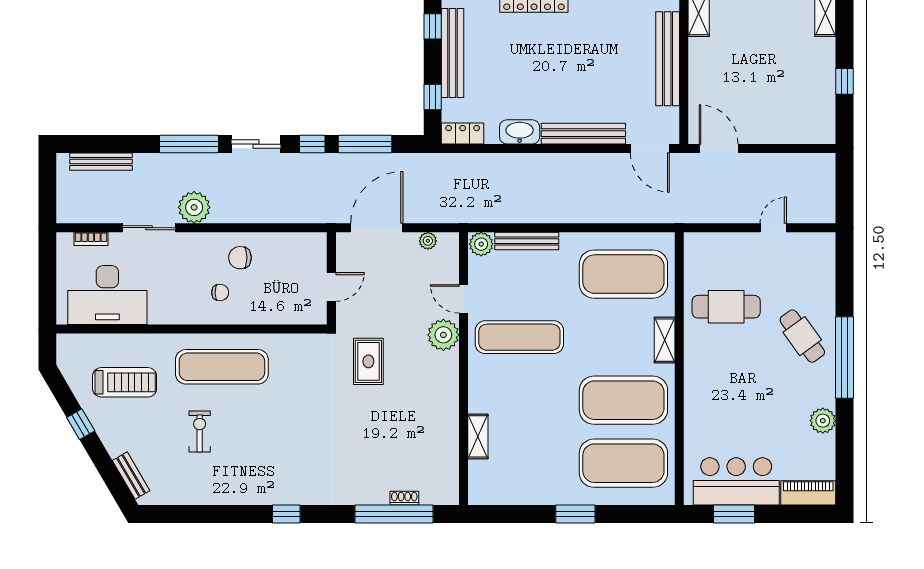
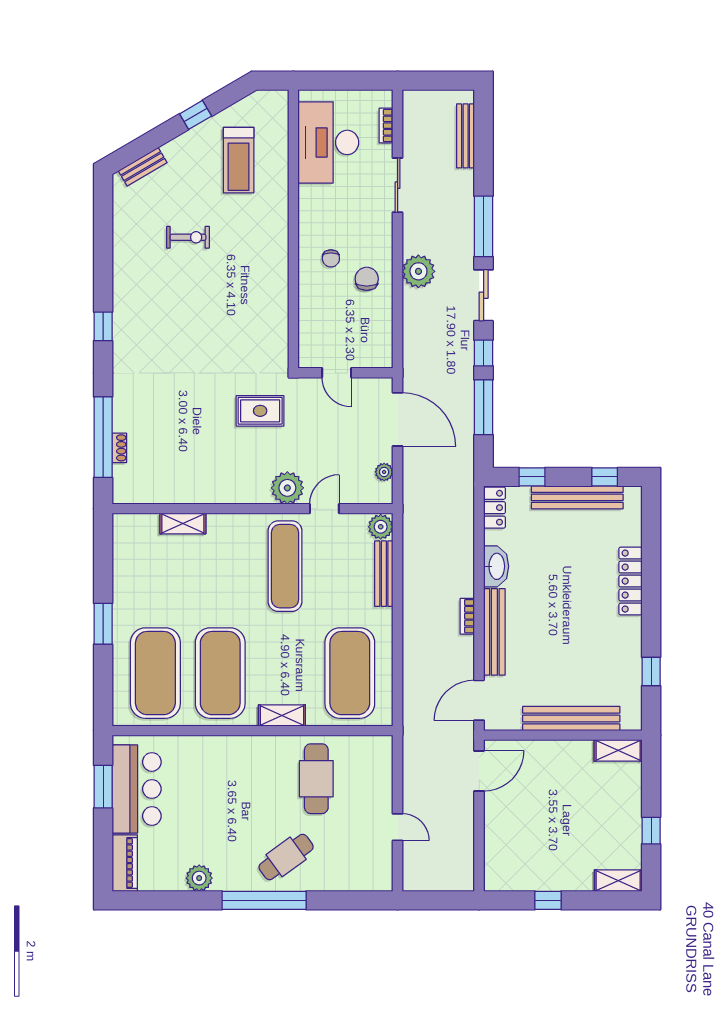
bookcase: (568, 160) -> (467, 616), added
plant: (194, 207) -> (418, 271), moved
exercise mat: (222, 367) -> (255, 260), removed

